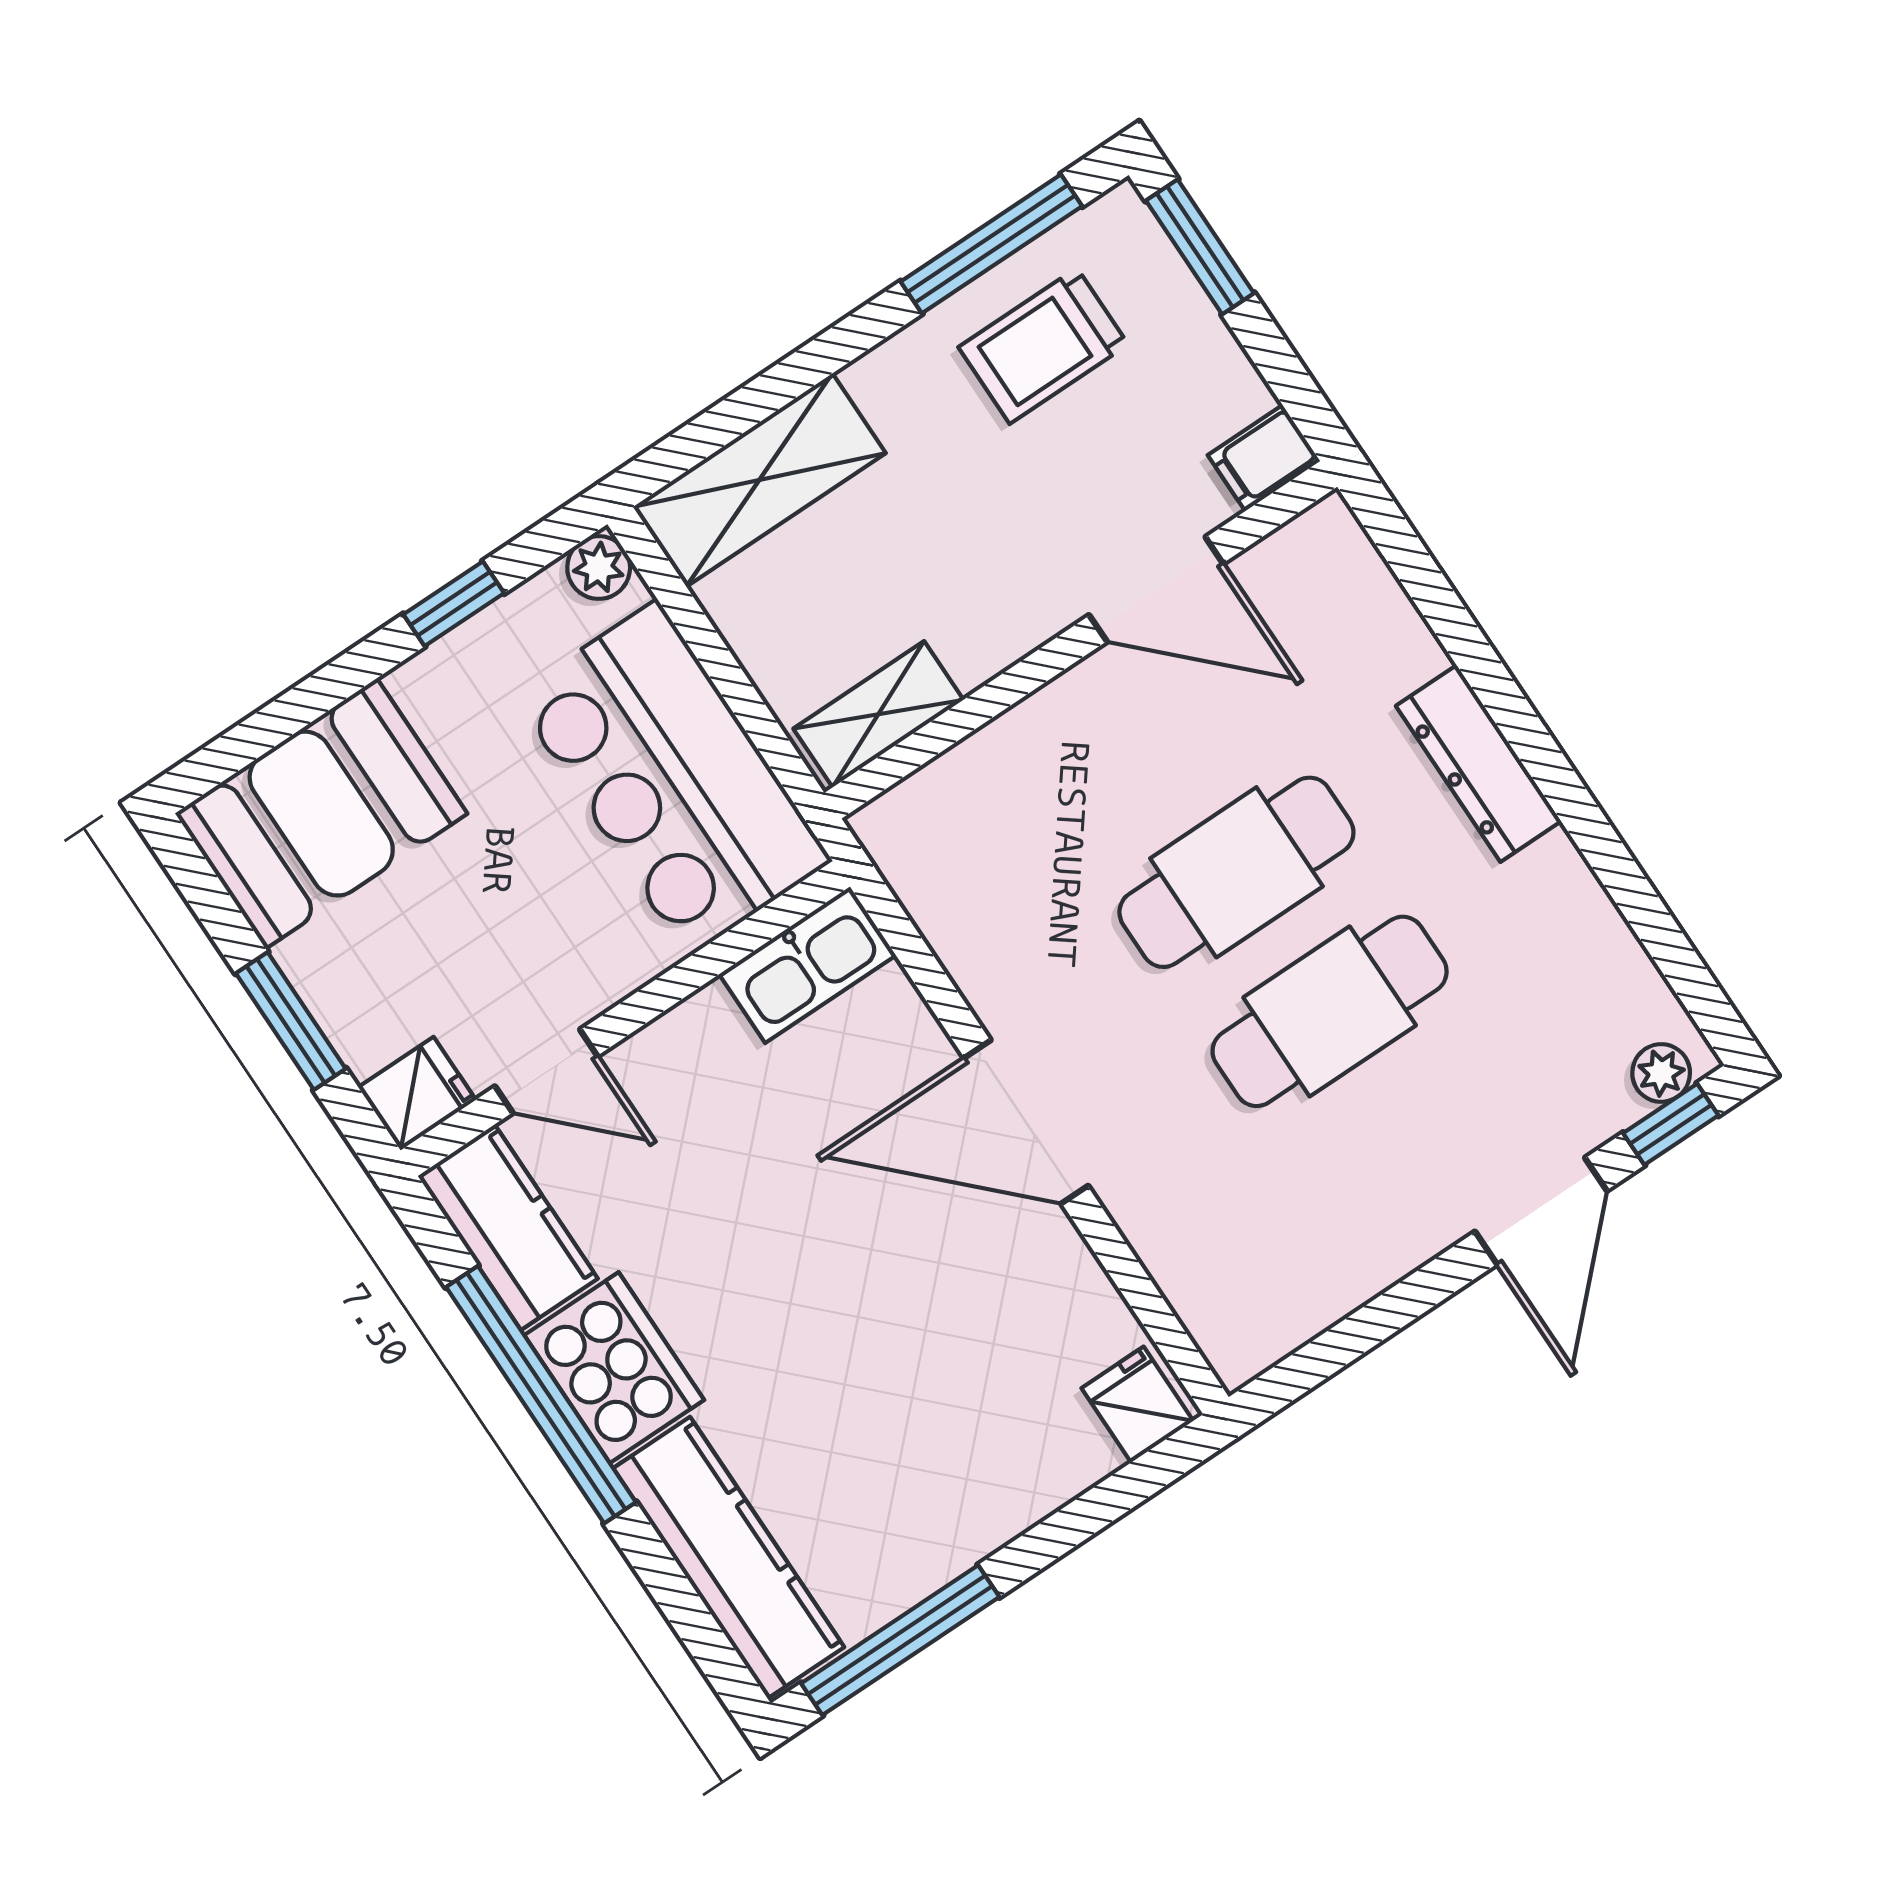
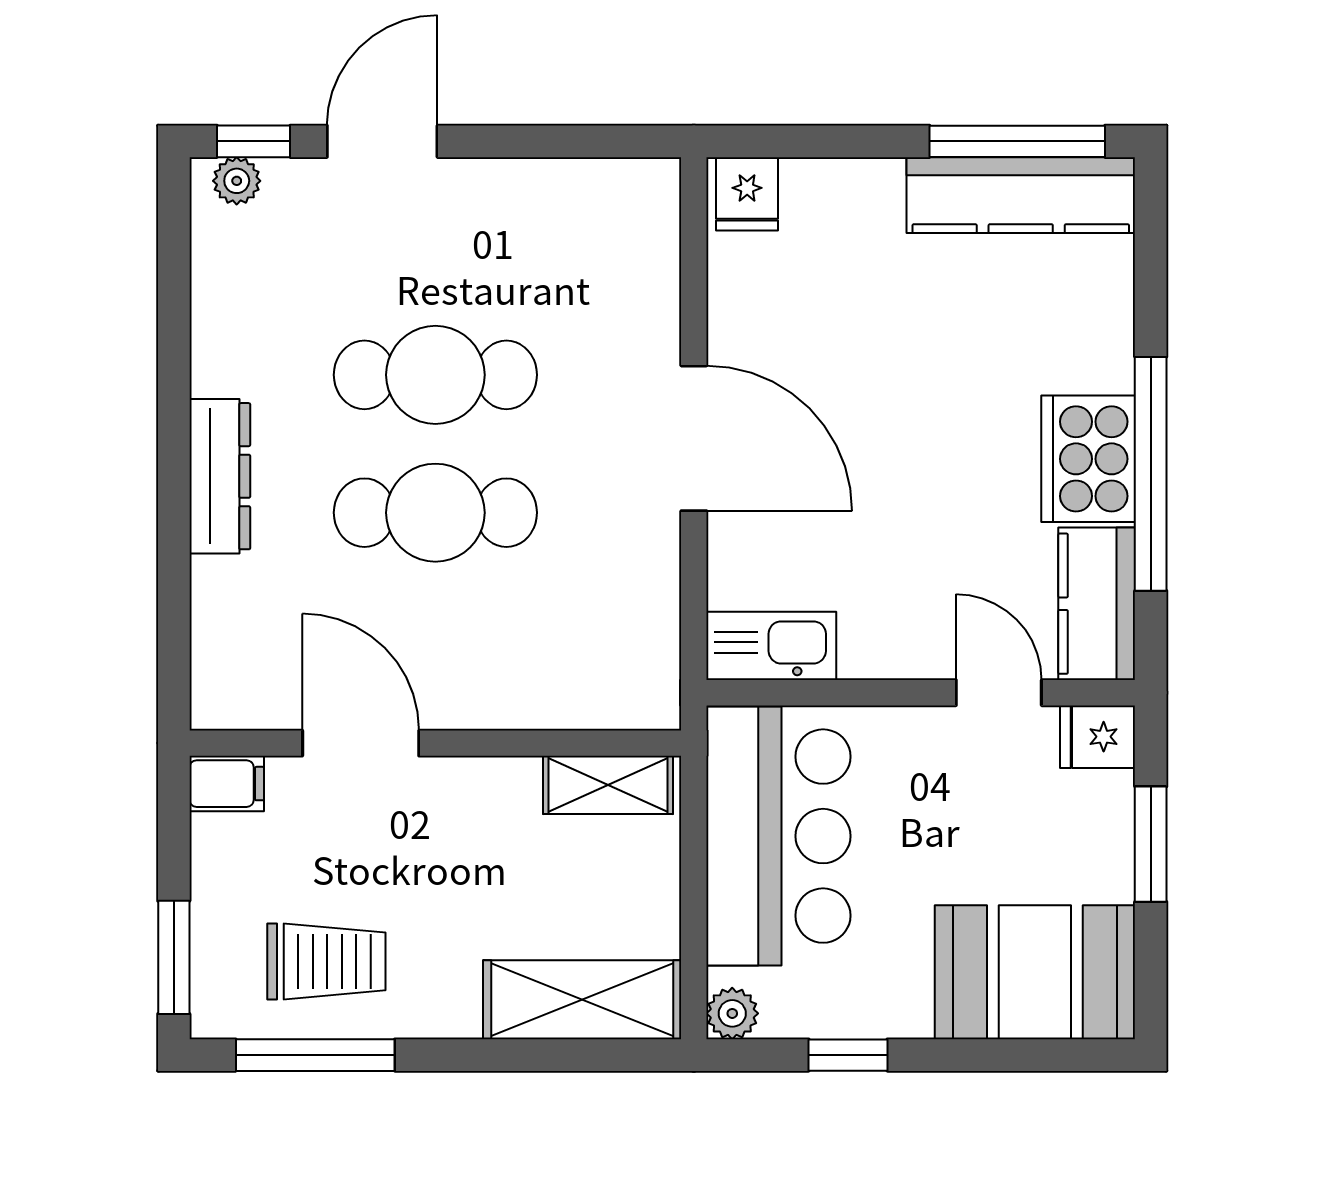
kitchen counter: (729, 1558) -> (1021, 195), moved, turned -90

